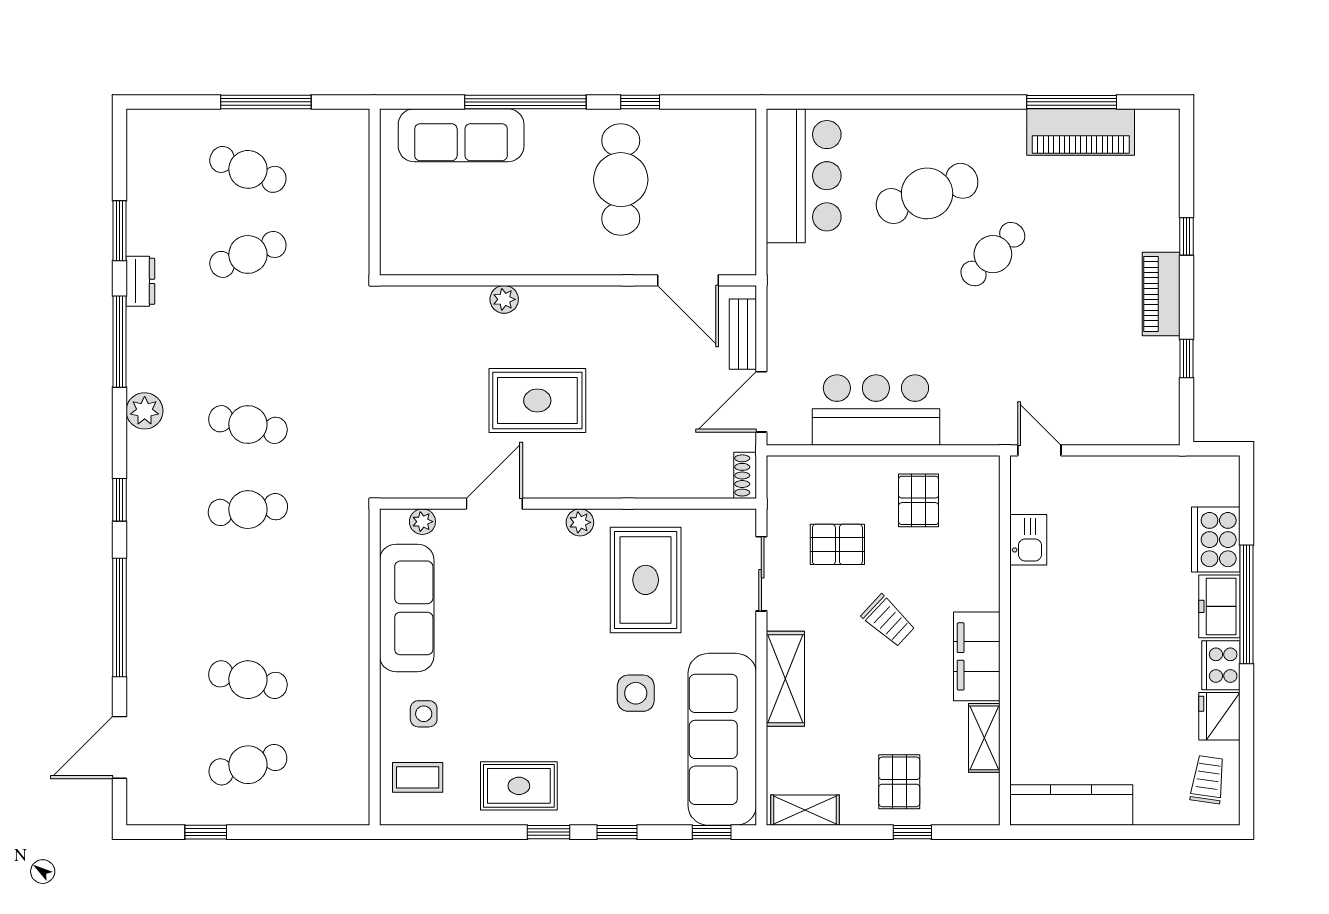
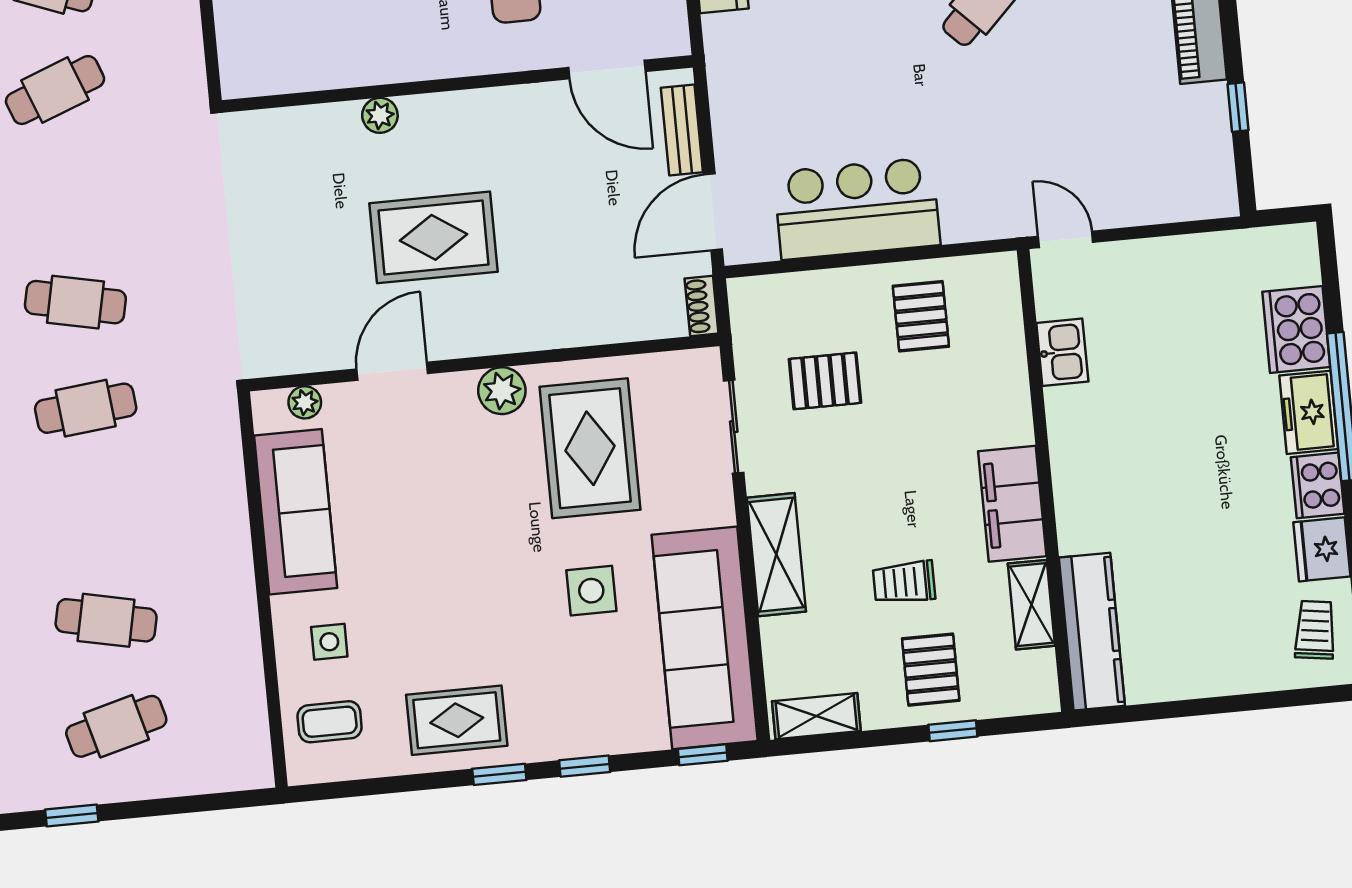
plant: (580, 522) -> (502, 391), width x1.38, depth x1.38
trolley: (888, 621) -> (904, 582), moved, turned 137
kitchen counter: (1071, 805) -> (1092, 632), moved, turned 90

